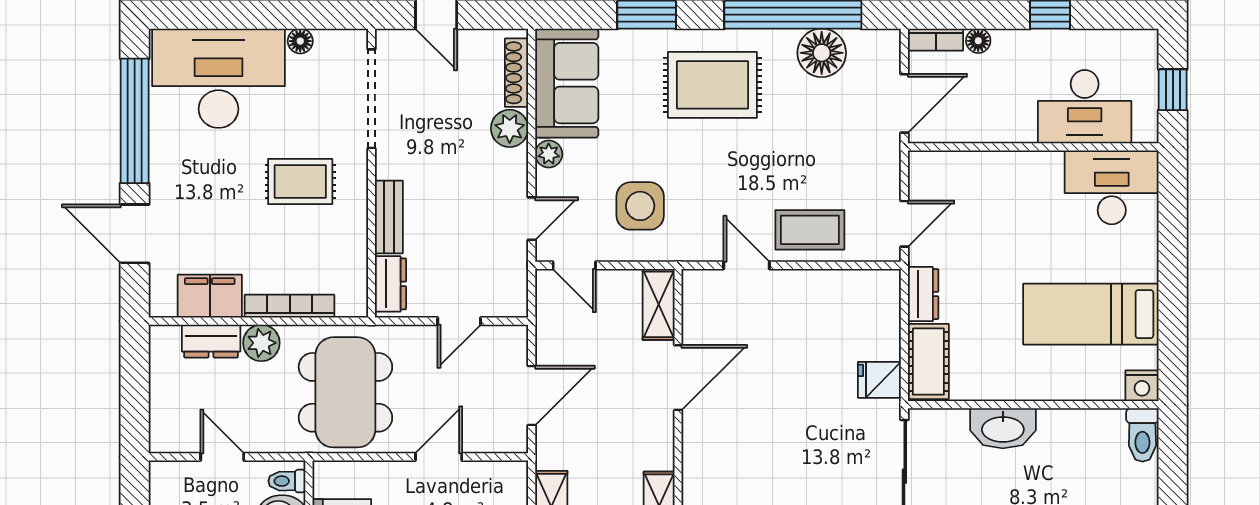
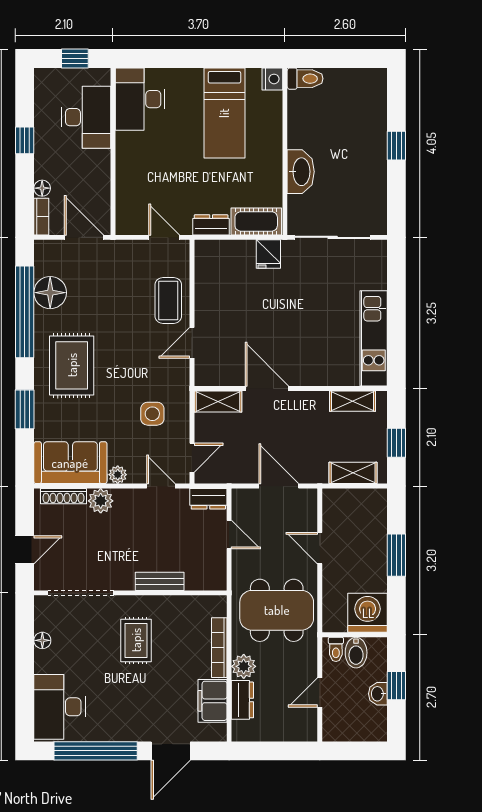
desk: (218, 78) -> (59, 707), width x0.73, depth x0.77
side table: (640, 206) -> (152, 414), width x0.73, depth x0.73
dresser: (391, 284) -> (208, 499), moved, turned 180

